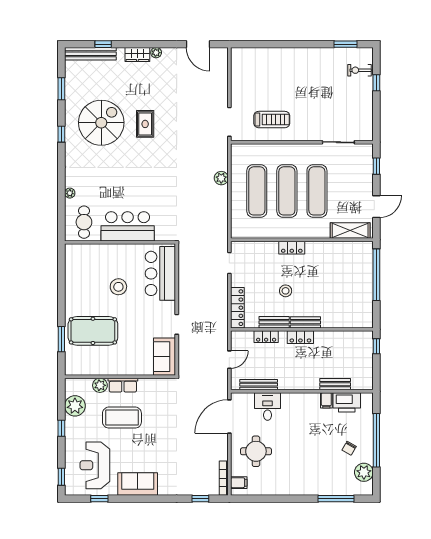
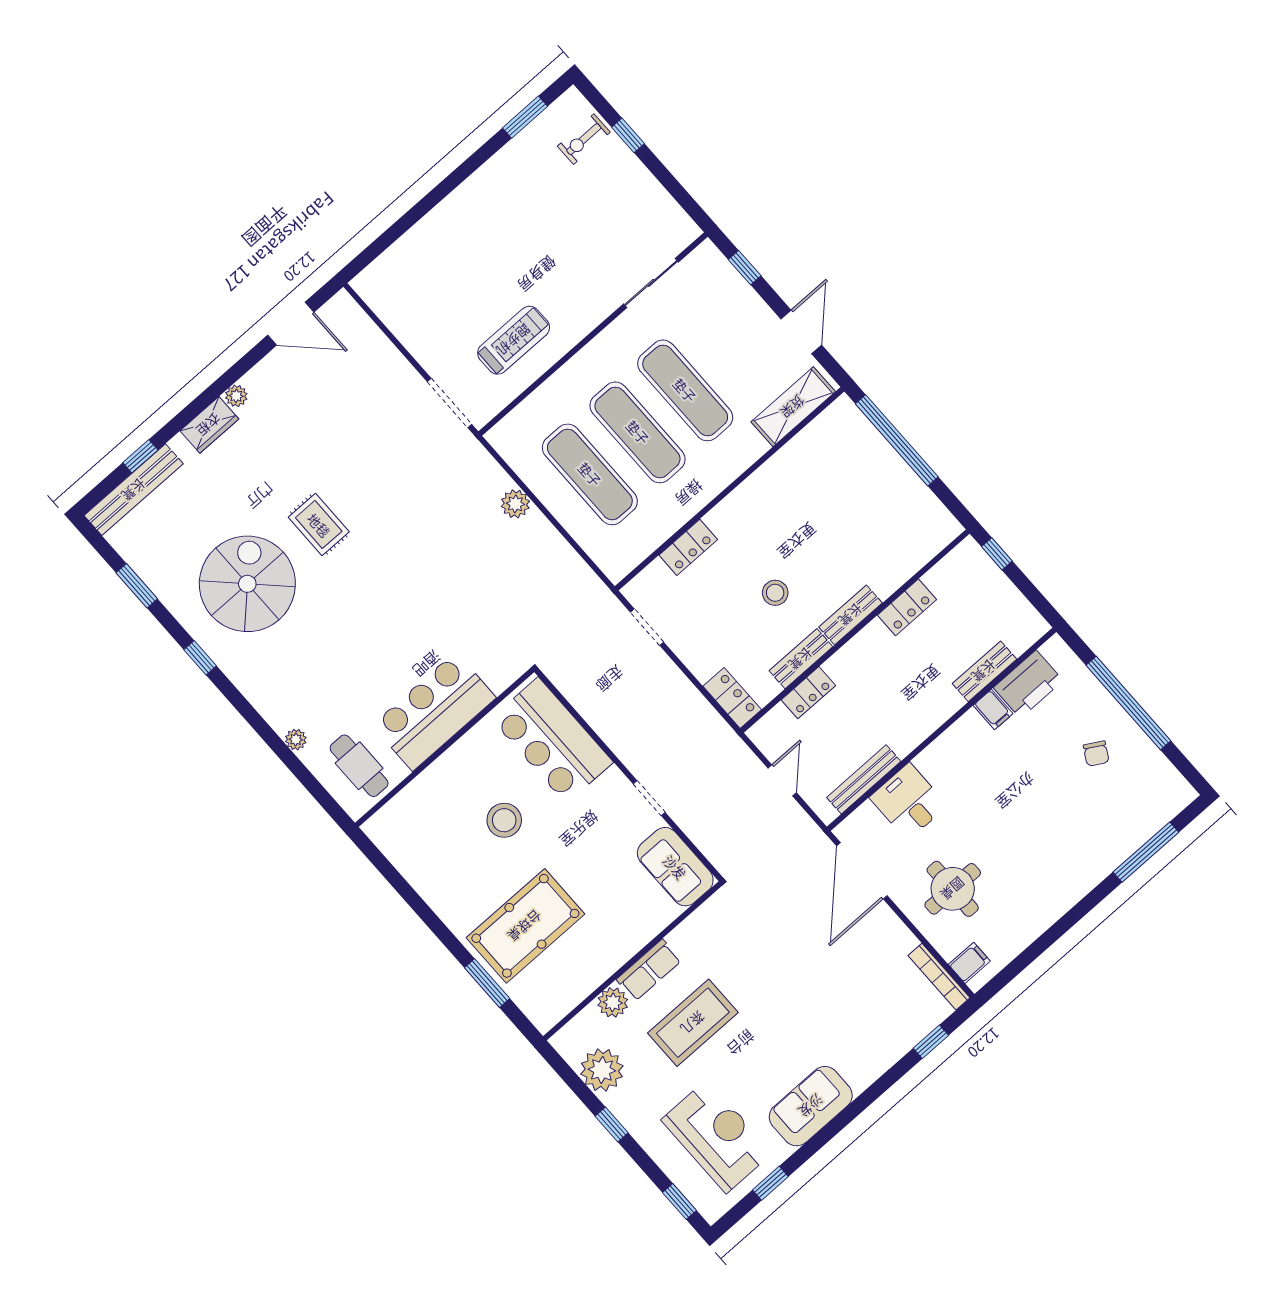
locker: (292, 248) -> (688, 547), moved
locker: (237, 308) -> (732, 698), width x0.66
locker: (300, 337) -> (907, 607), moved
reception desk: (95, 465) -> (717, 1136), turned 180
plant: (364, 472) -> (1153, 771), removed

